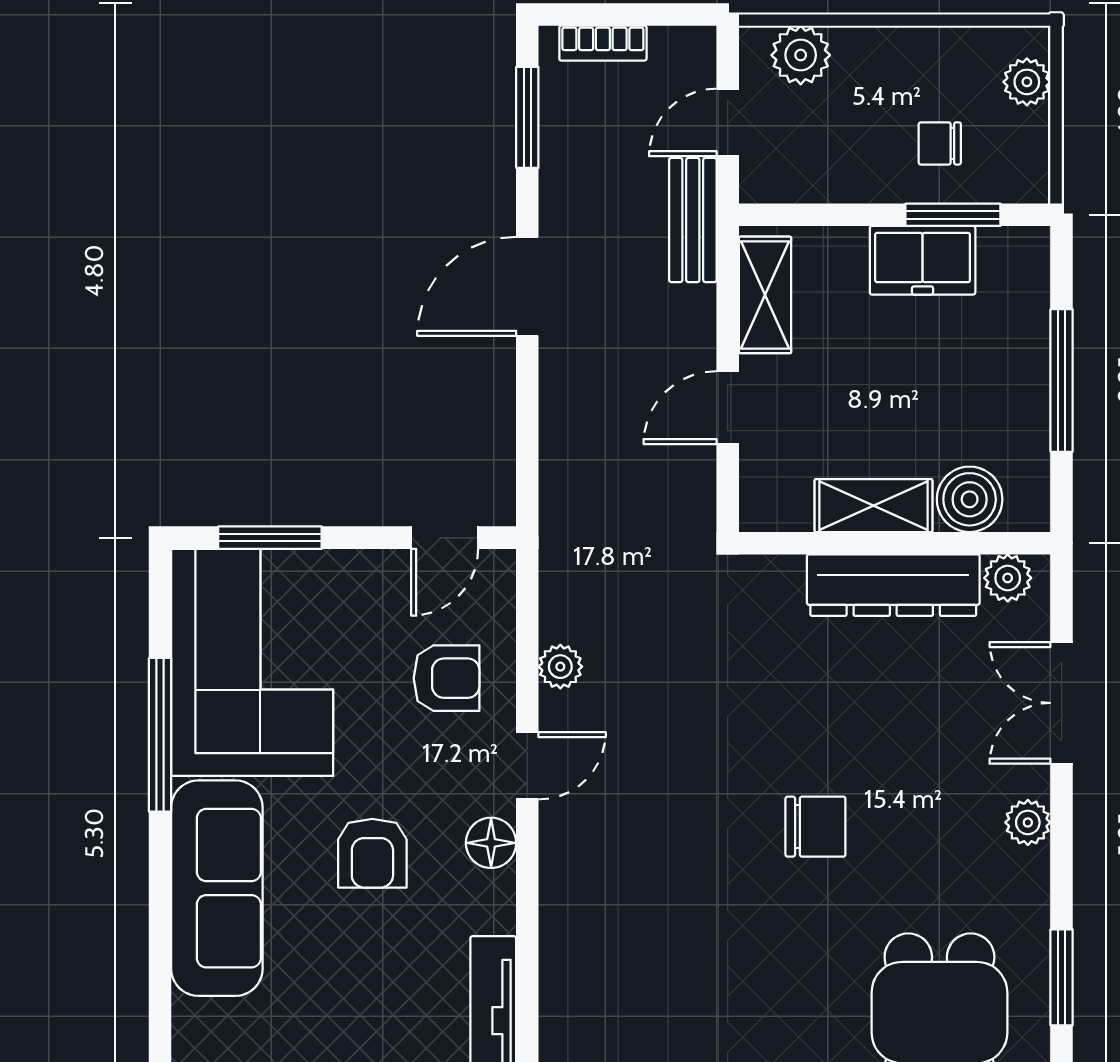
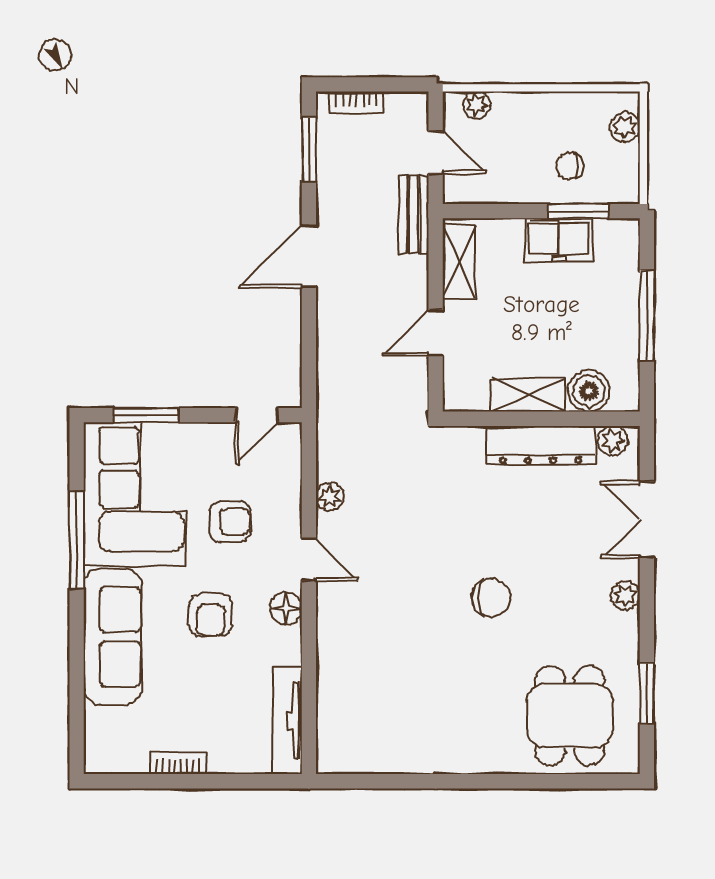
plant: (801, 55) -> (477, 105), width x0.73, depth x0.73
door: (728, 122) -> (436, 153), swing flipped
armchair: (447, 678) -> (230, 522), moved
door: (527, 766) -> (309, 559), hinge flipped

